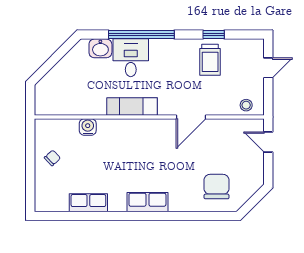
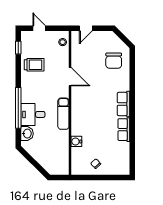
window: (214, 35) -> (18, 48), moved
chair: (217, 187) -> (114, 61), turned -90
row of seats: (88, 203) -> (124, 130), moved

